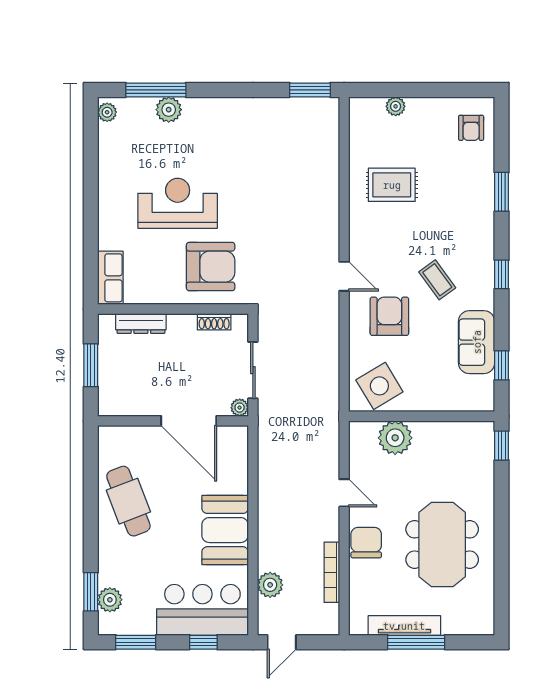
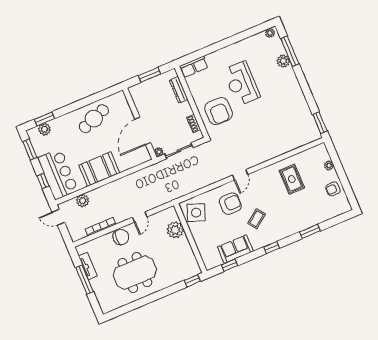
armchair: (471, 128) -> (333, 189), moved
reception desk: (178, 203) -> (241, 83), turned 180
side table: (379, 386) -> (196, 213), turned -38
tv unit: (404, 626) -> (88, 266), width x0.71

